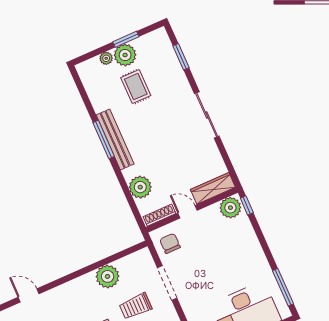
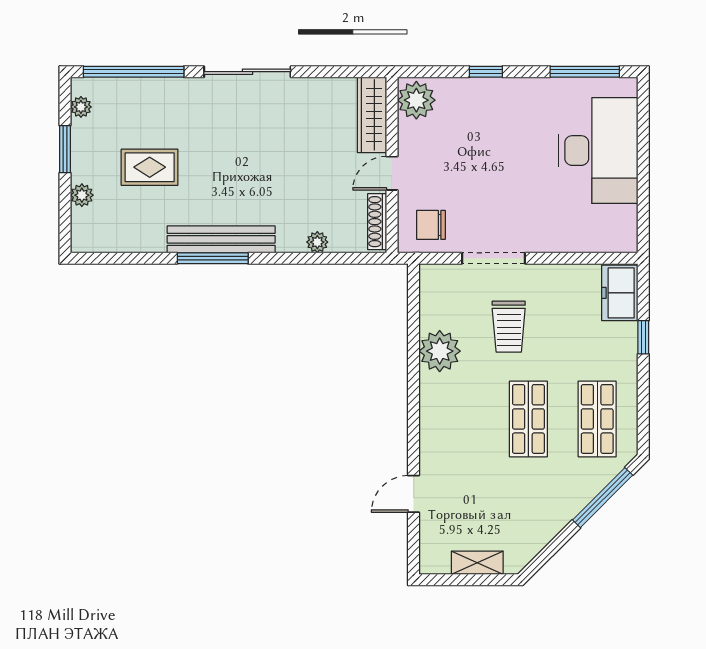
plant: (125, 55) -> (81, 107), moved, width x0.53, depth x0.53
window: (181, 57) -> (134, 72), width x2.11
plant: (140, 187) -> (317, 242), width x0.53, depth x0.53
window: (247, 205) -> (486, 72), moved

